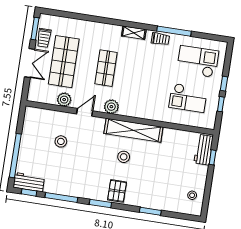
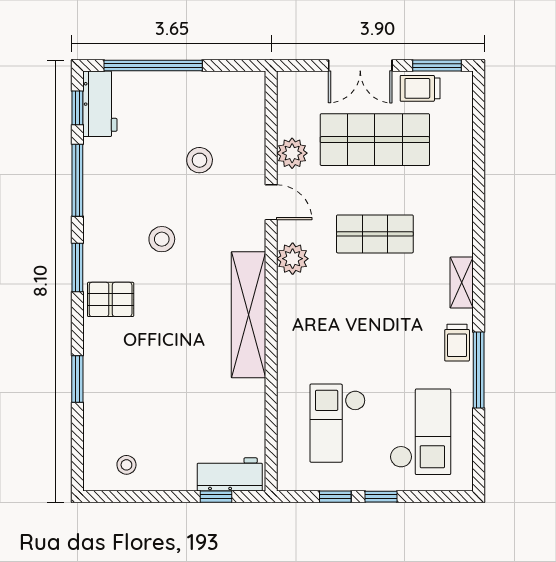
stool: (124, 157) -> (162, 239), moved

